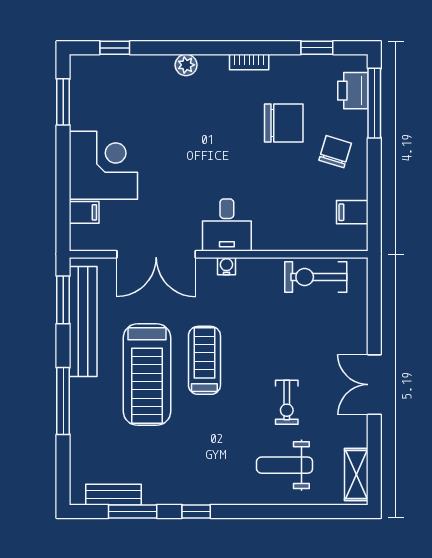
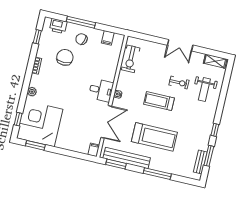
window: (374, 103) -> (81, 22), moved
corner desk: (103, 165) -> (40, 124), moved, width x1.36, depth x1.36
filing cabinet: (84, 212) -> (94, 150), moved
treadmill: (204, 360) -> (159, 101), moved

